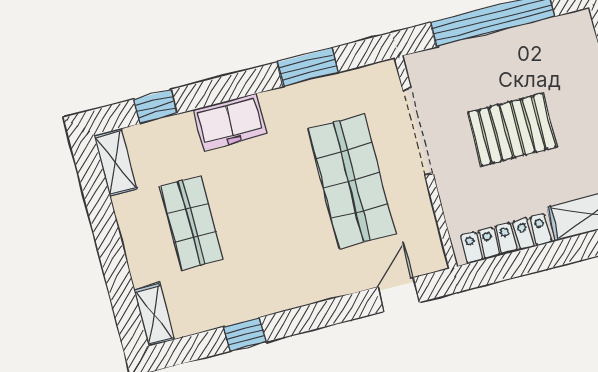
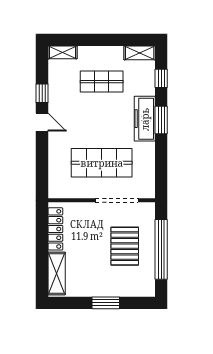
window: (308, 67) -> (161, 120), moved
freezer: (230, 122) -> (145, 119), width x1.40
pallet: (512, 130) -> (125, 246), moved
door: (399, 295) -> (42, 122), moved

